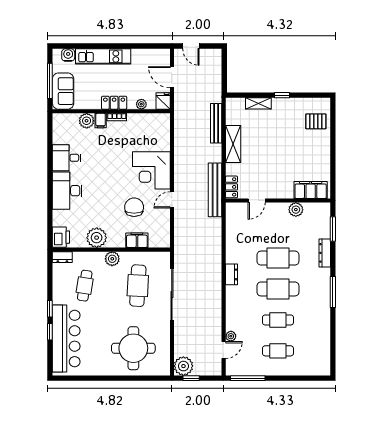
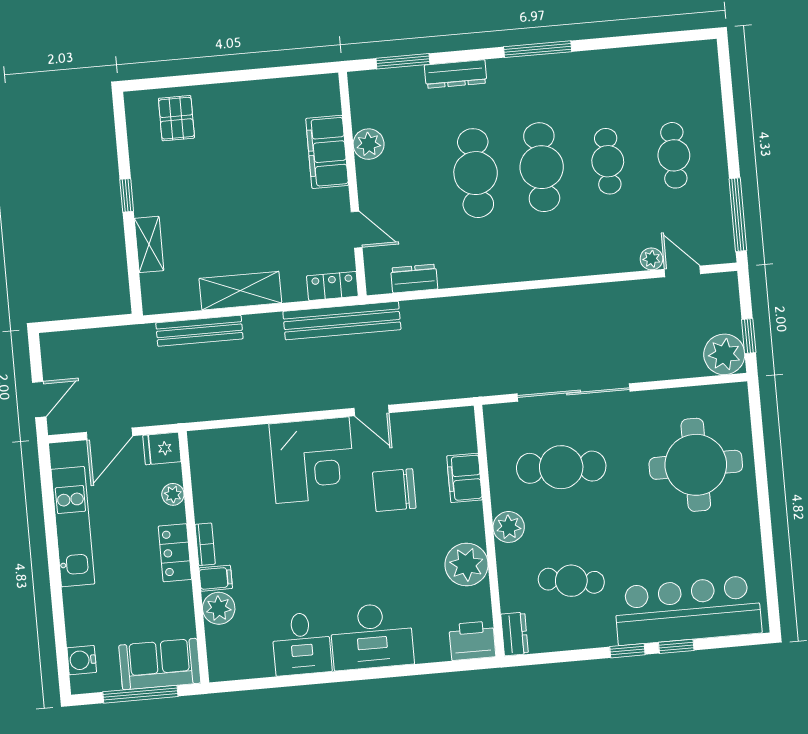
kitchen unit: (103, 56) -> (73, 527), moved
filing cabinet: (311, 190) -> (327, 152), moved
dresser: (232, 274) -> (414, 278), moved

